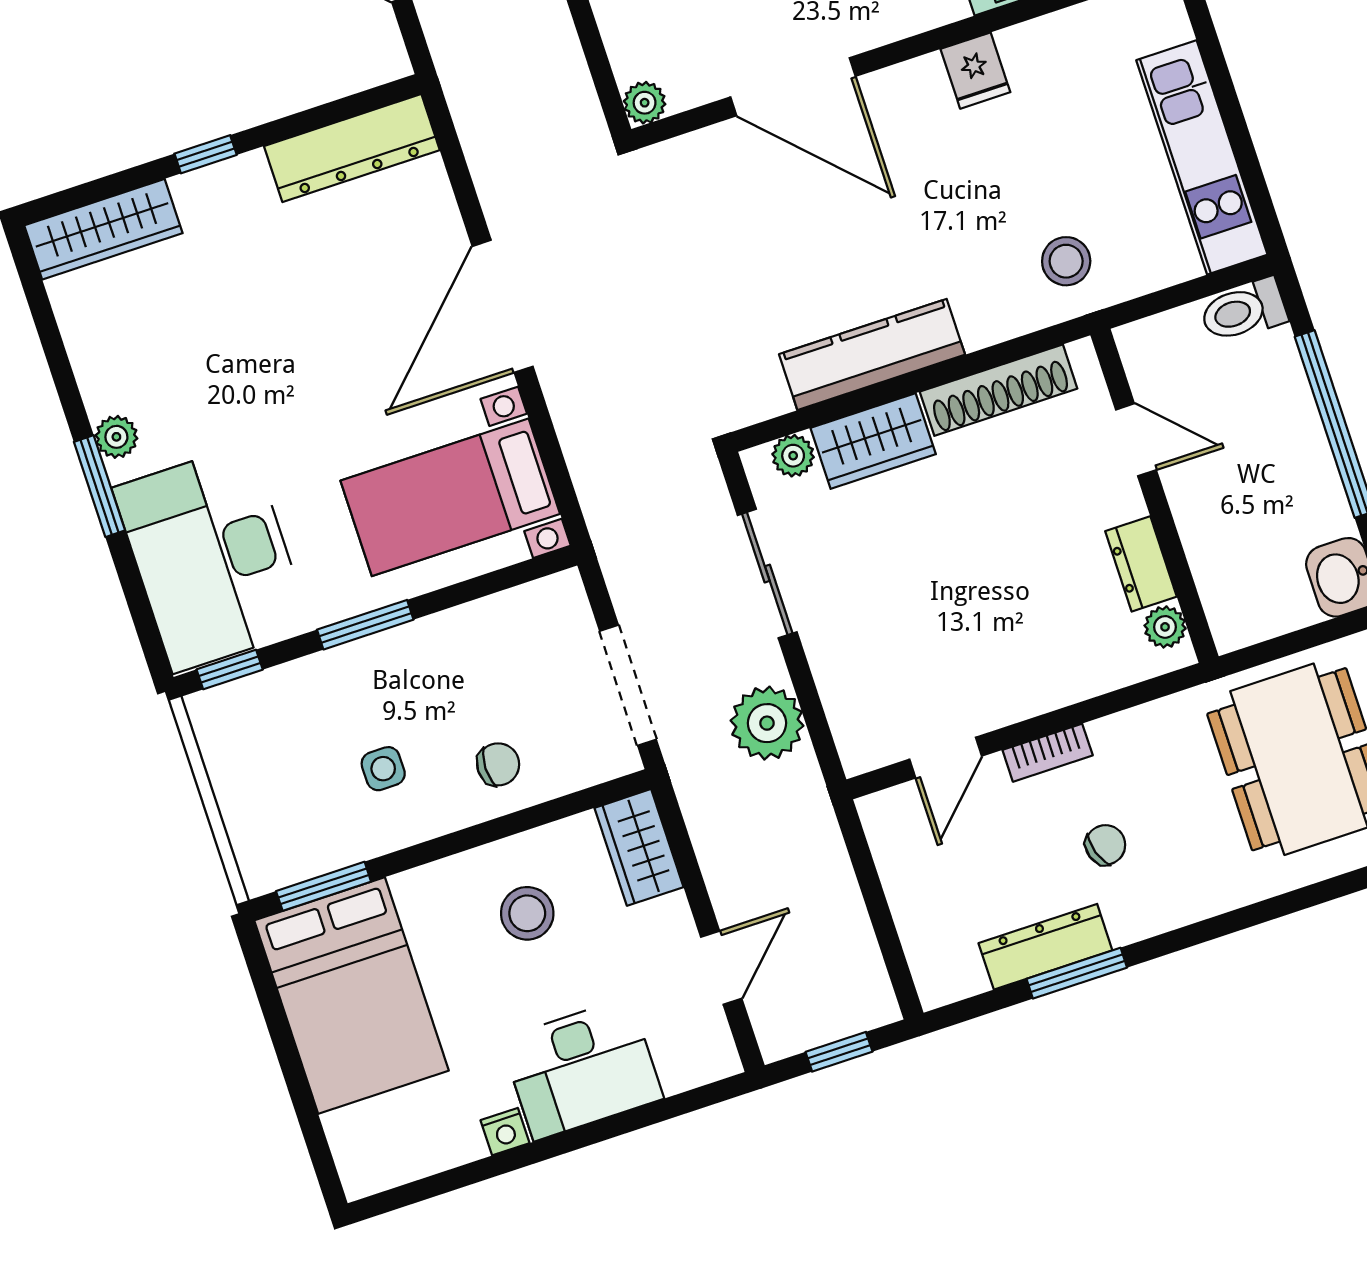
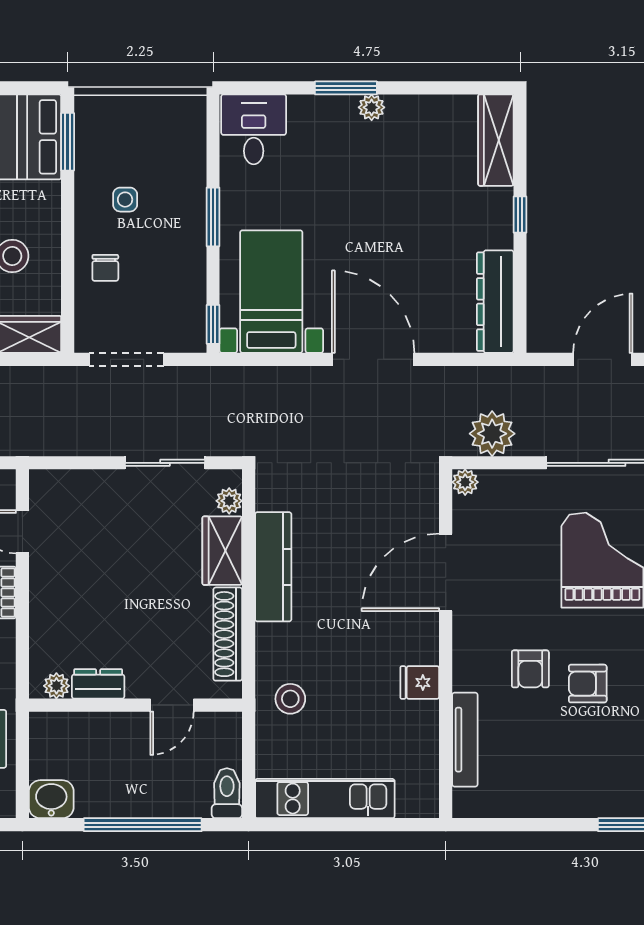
desk: (212, 558) -> (254, 129), width x0.53, depth x0.77
window: (230, 670) -> (213, 324), moved
plant: (767, 723) -> (492, 434), moved

